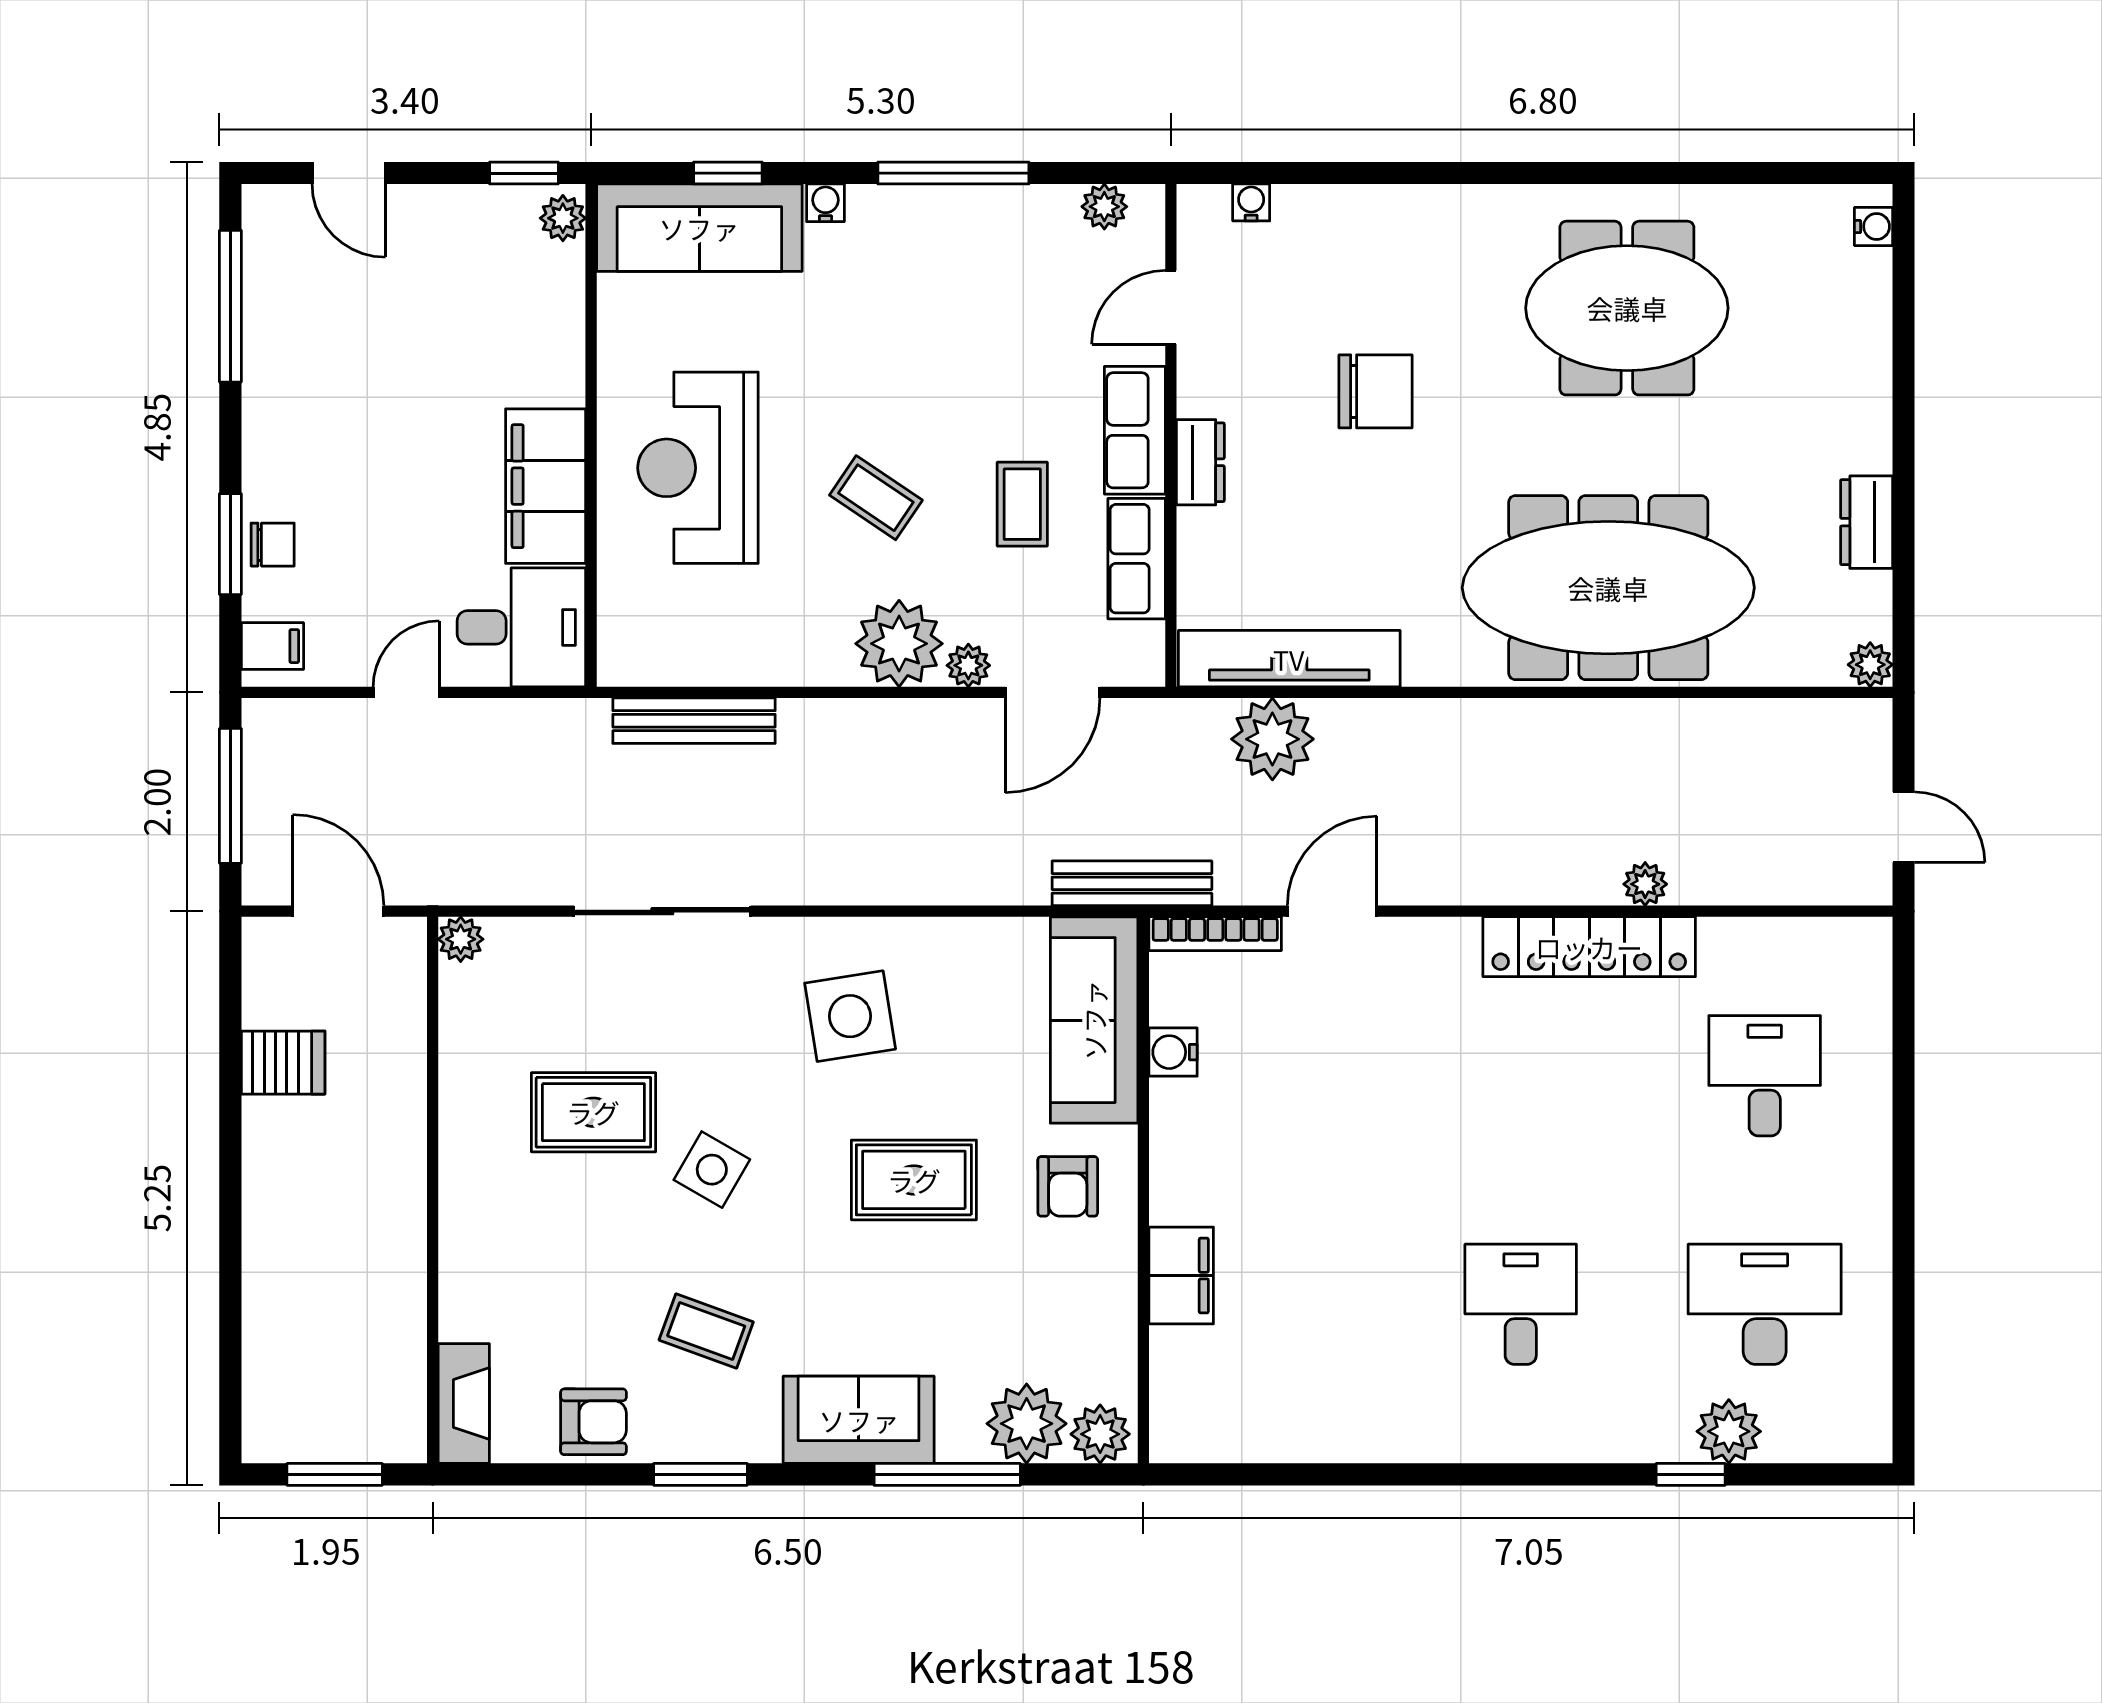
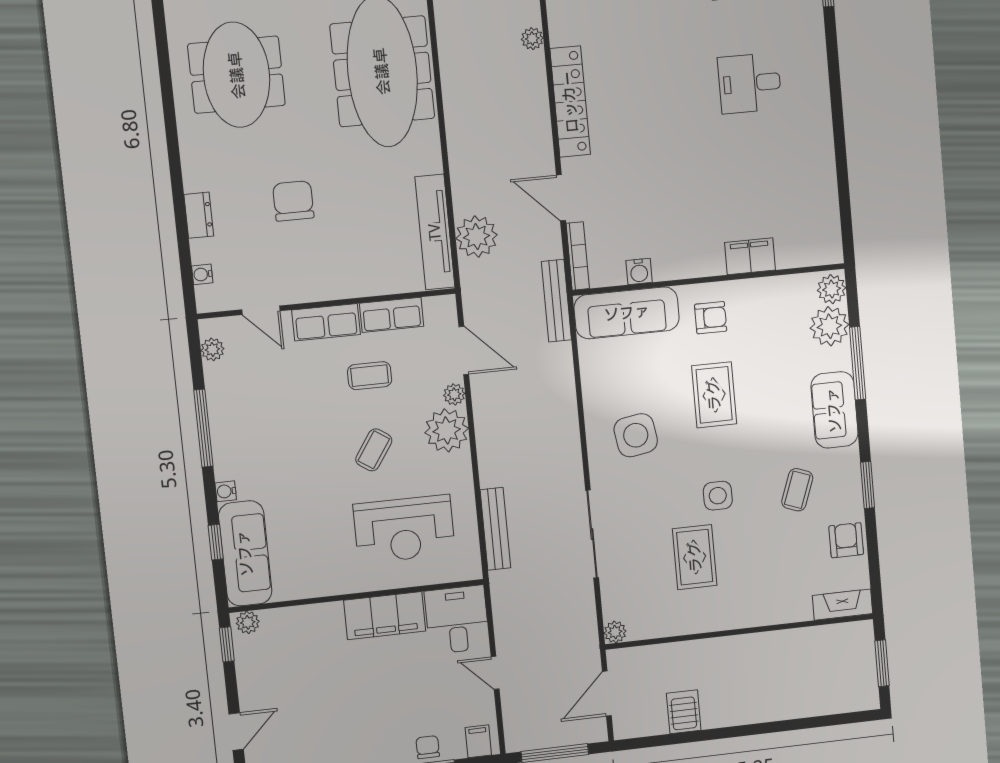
dresser: (1200, 462) -> (199, 215), moved, turned 90
reception desk: (698, 468) -> (404, 529), moved
locker: (1589, 947) -> (570, 102), moved
side table: (712, 1170) -> (718, 496), turned -30

